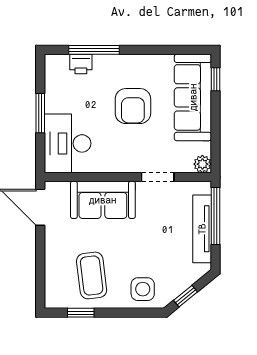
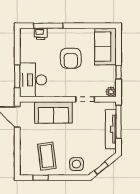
window: (216, 79) -> (119, 72), moved
sofa: (193, 97) -> (105, 47), width x0.73
window: (40, 113) -> (17, 76), moved

